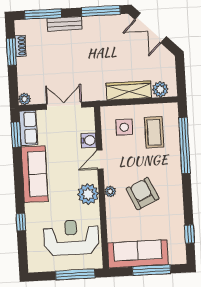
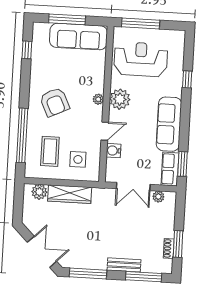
plant: (24, 99) -> (158, 197), moved
armchair: (143, 194) -> (55, 102), moved
reception desk: (71, 238) -> (141, 59), turned 180

